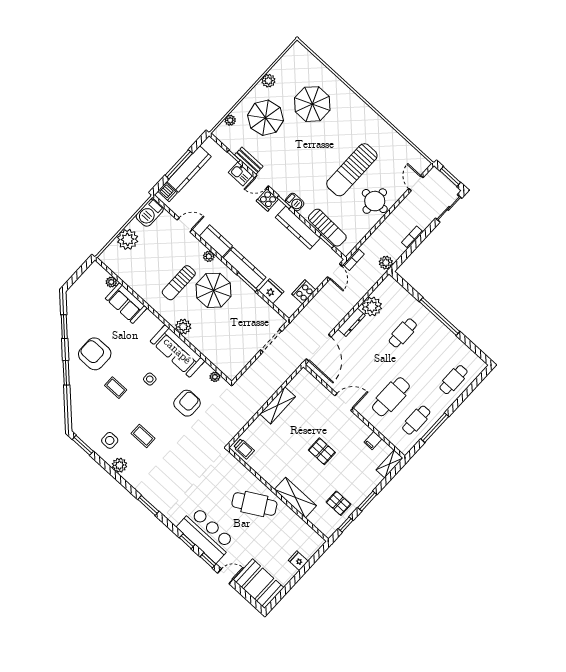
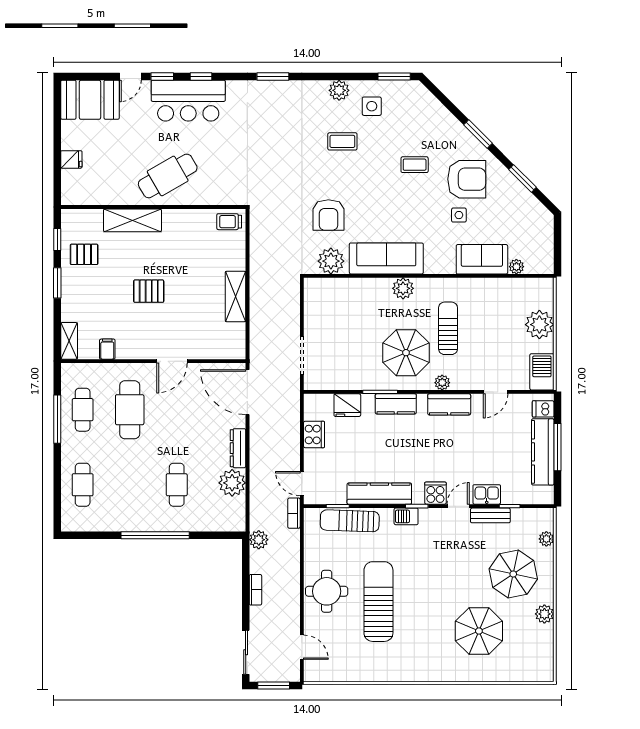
kitchen counter: (244, 268) -> (396, 404), width x0.67
plant: (215, 377) -> (331, 261), width x1.88, depth x1.88
side table: (150, 379) -> (459, 215), moved

